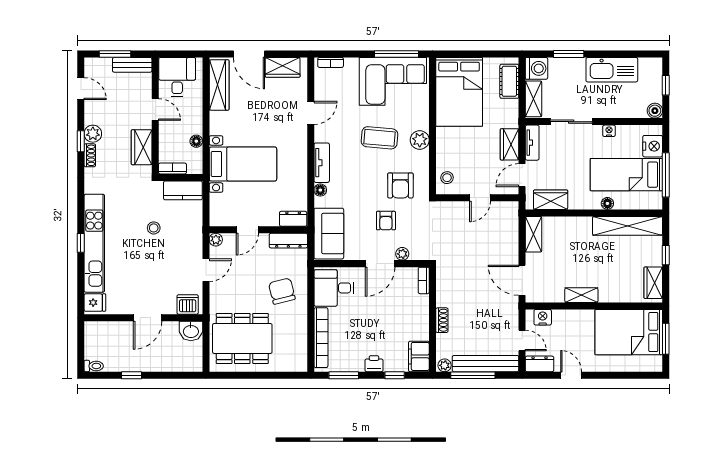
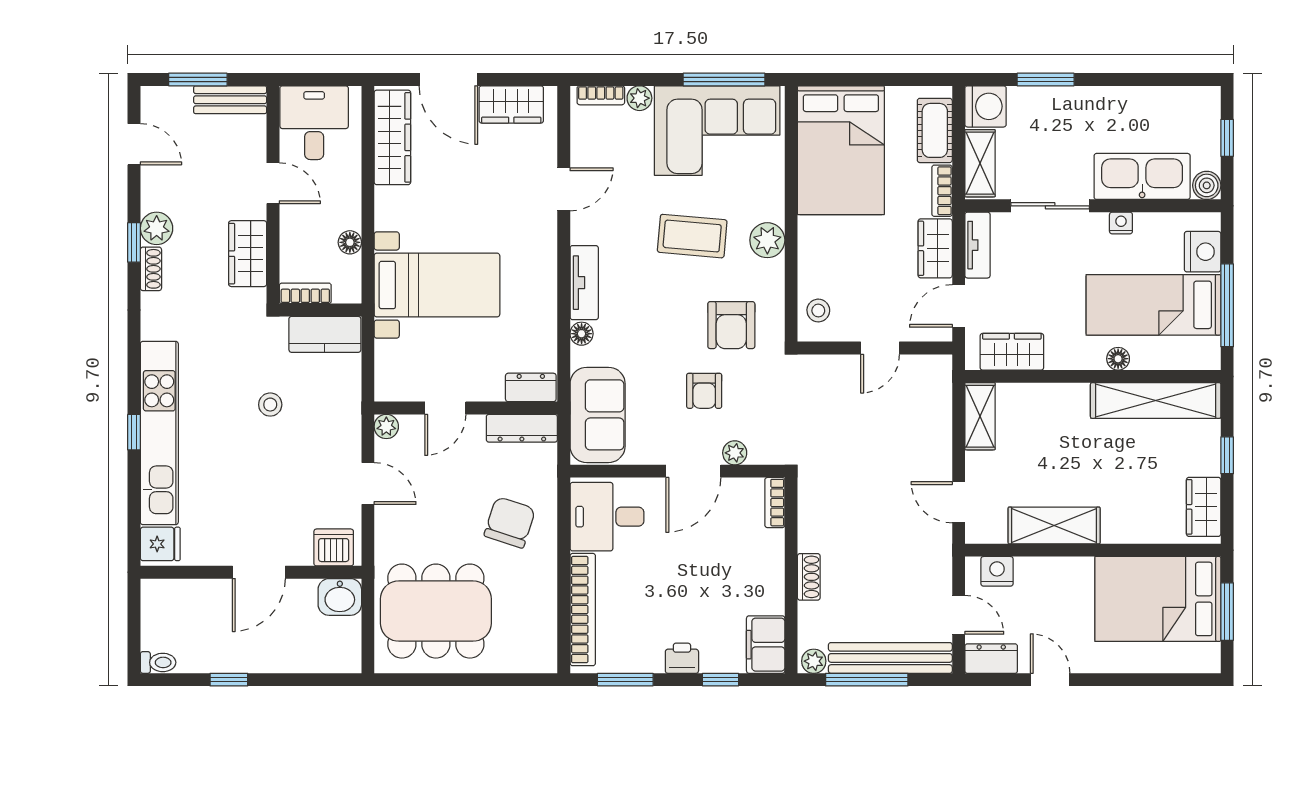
plant: (351, 64) -> (639, 98), added
kitchen sink: (612, 70) -> (1142, 176), moved, turned 180
bookcase: (513, 114) -> (942, 191), added
door: (206, 270) -> (368, 483), hinge flipped
door: (522, 280) -> (959, 502), width x0.73
chair: (282, 291) -> (510, 522), turned 32
shelving: (581, 295) -> (1054, 525), width x1.50, depth x1.33

